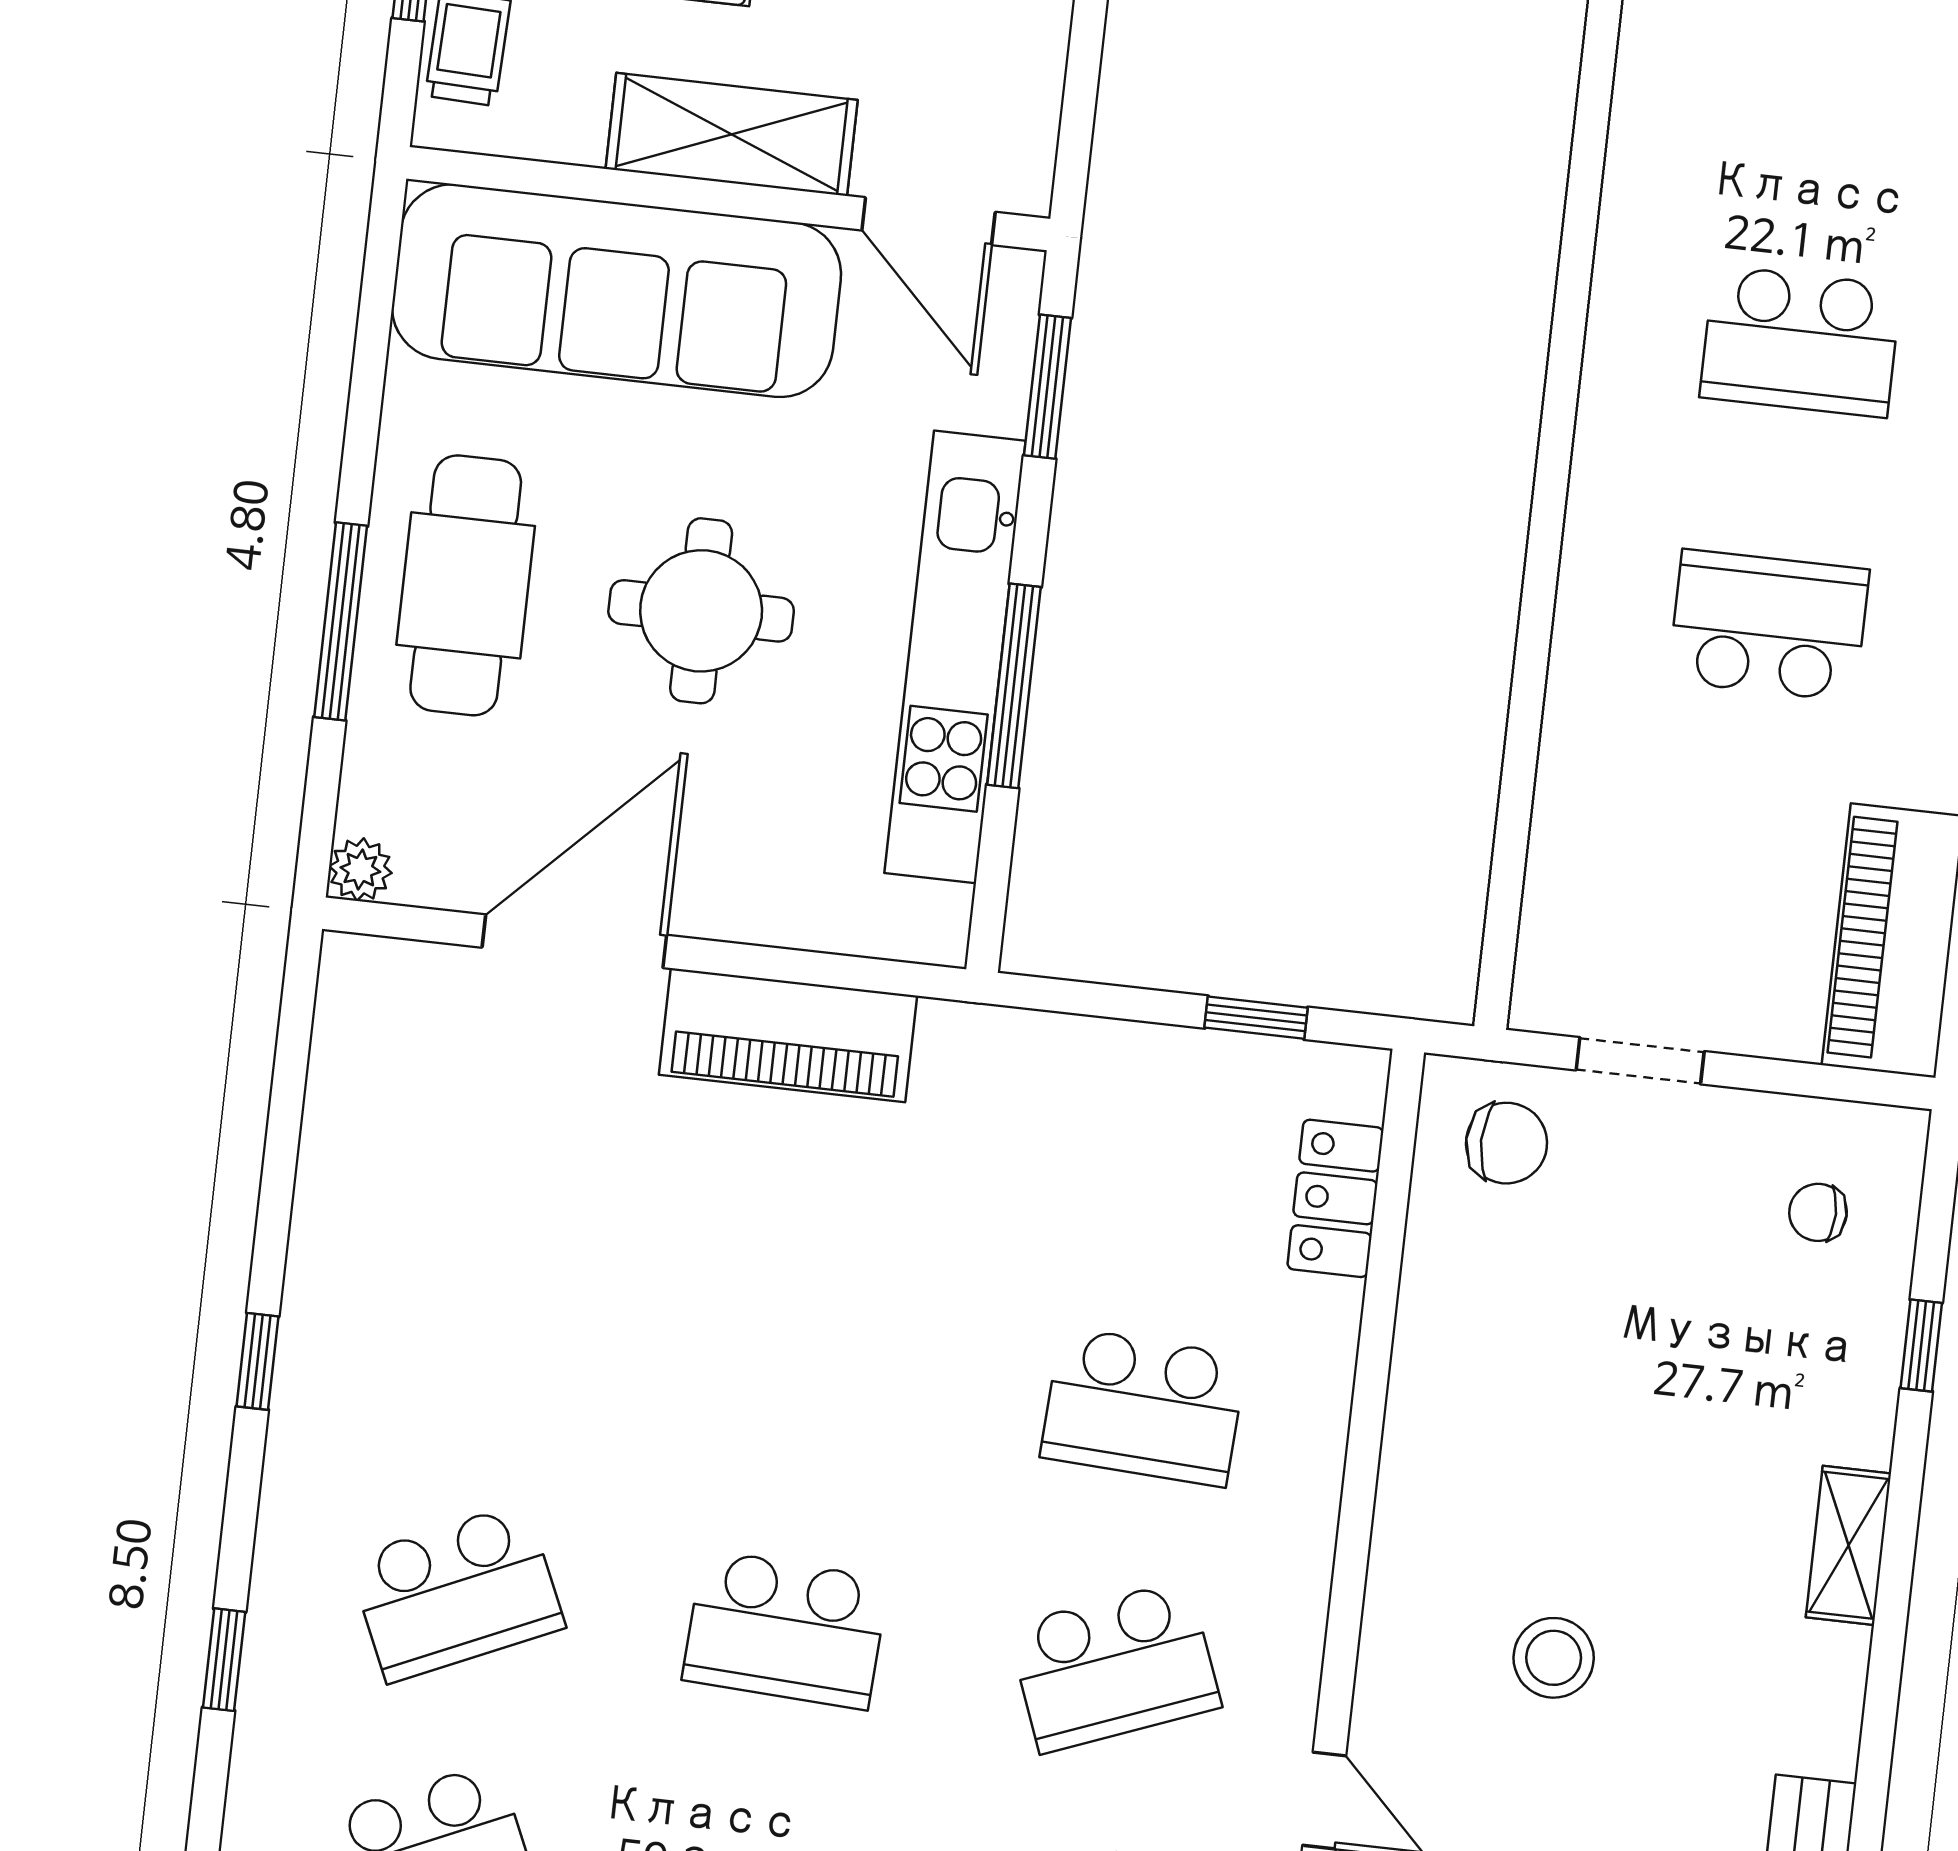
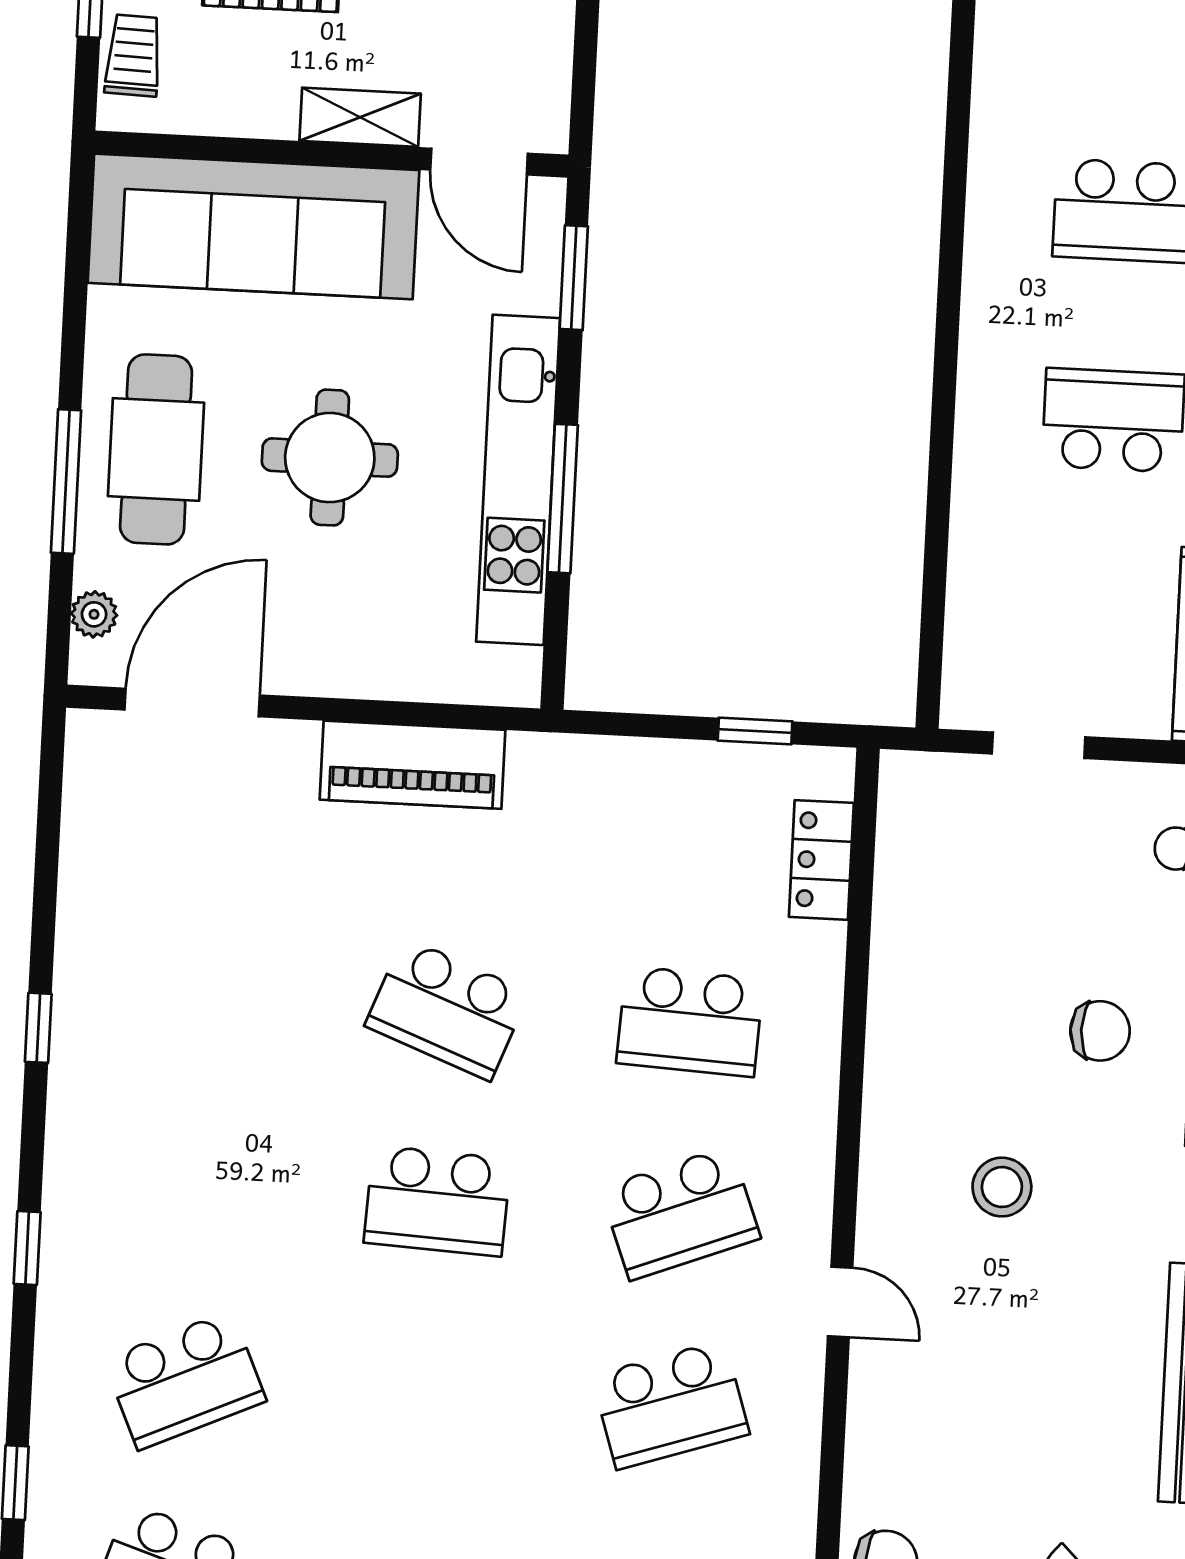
shelving: (732, 134) -> (360, 117), width x0.67, depth x0.75
plant: (360, 870) -> (94, 614), moved
door: (574, 941) -> (192, 702), moved
chair: (1507, 1143) -> (1100, 1031), moved
school desk: (457, 1593) -> (447, 1009), moved, turned 45

